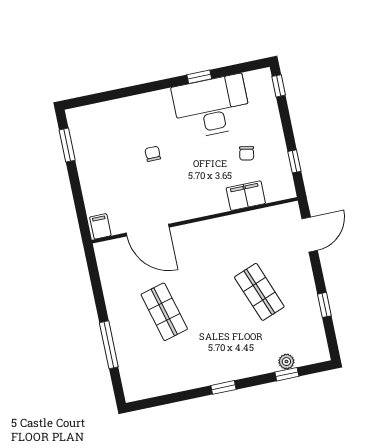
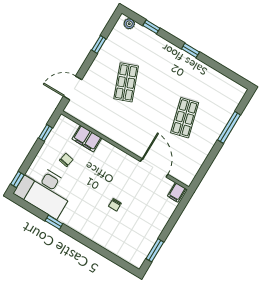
desk: (212, 107) -> (45, 190), moved
plant: (286, 362) -> (129, 24), moved

